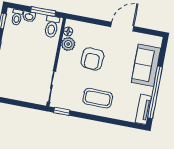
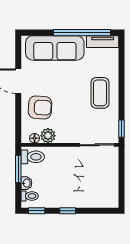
armchair: (92, 59) -> (40, 107), moved
sofa: (146, 65) -> (55, 48), width x1.36

